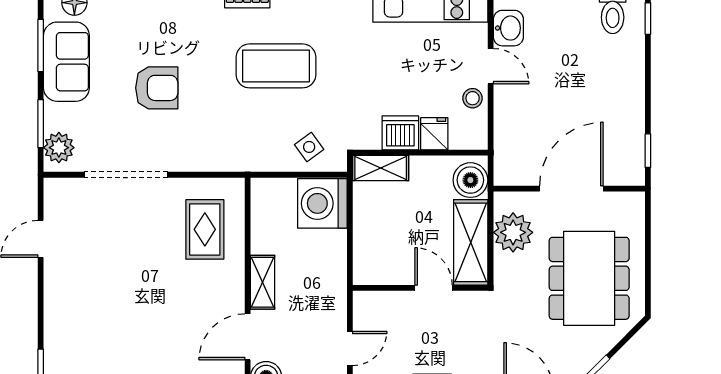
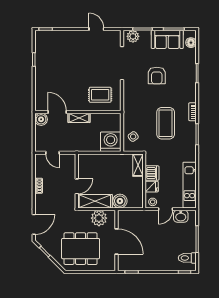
dishwasher: (400, 133) -> (152, 173), moved
fridge: (434, 134) -> (152, 187), moved
wall: (420, 153) -> (144, 181), moved
shelving: (381, 168) -> (138, 165), moved

